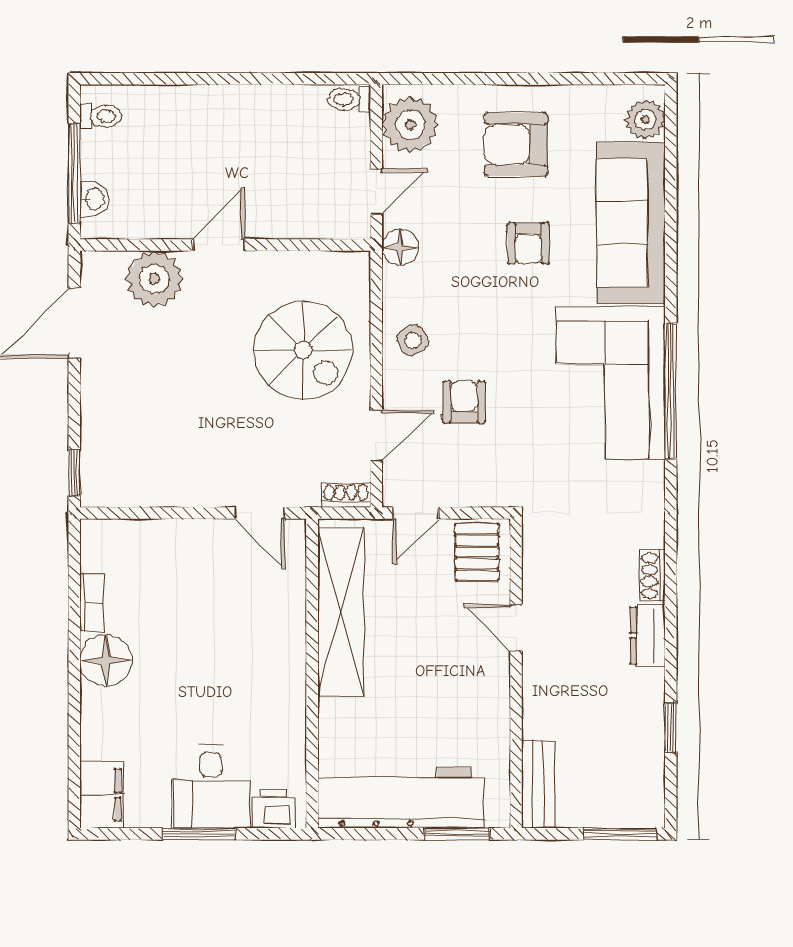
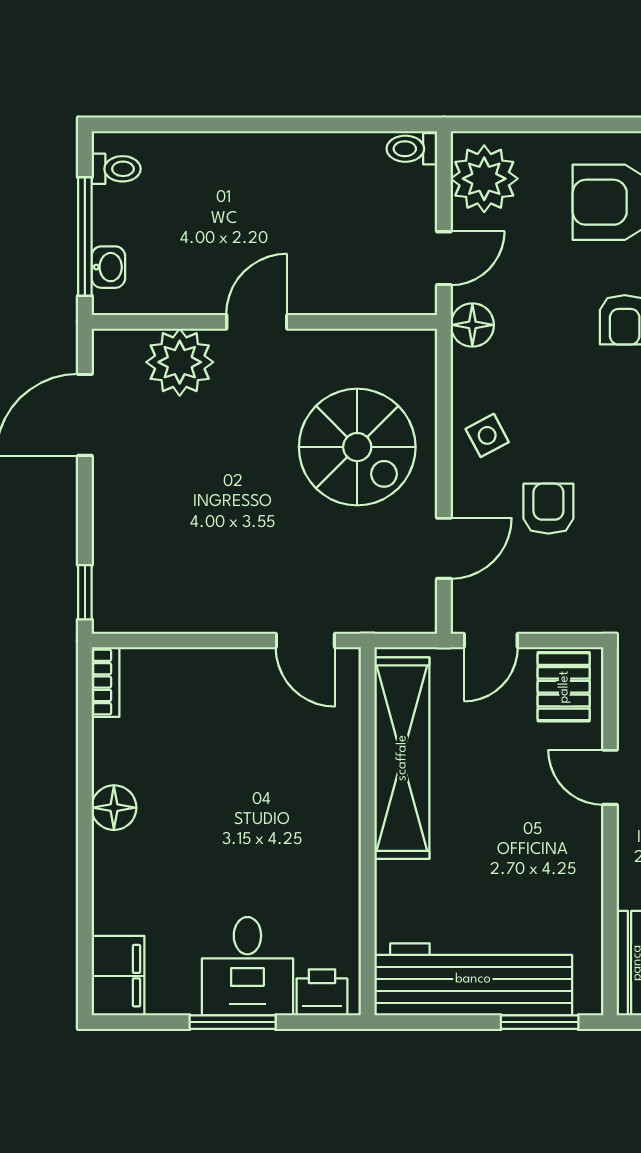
shoe rack: (346, 495) -> (408, 619), removed
bookcase: (92, 602) -> (105, 682), moved
floor lamp: (106, 661) -> (114, 808), width x0.73, depth x0.73

